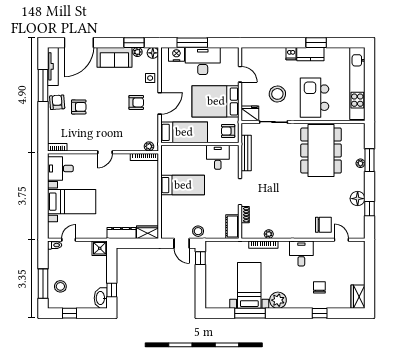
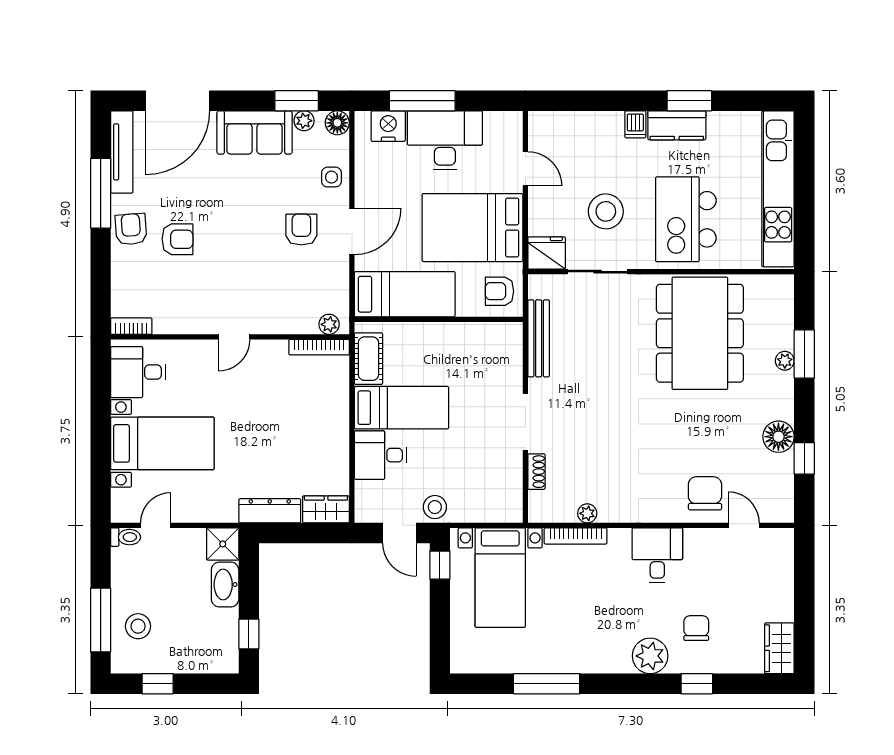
armchair: (136, 102) -> (301, 230), turned -90
desk: (218, 157) -> (380, 455), moved, turned -90
chair: (323, 225) -> (705, 493), turned -90
cot: (232, 227) -> (368, 359), moved
bed with nightstands: (249, 285) -> (500, 578), moved, turned 180
washbasin: (101, 298) -> (225, 585), moved
plant: (278, 300) -> (650, 656), moved

